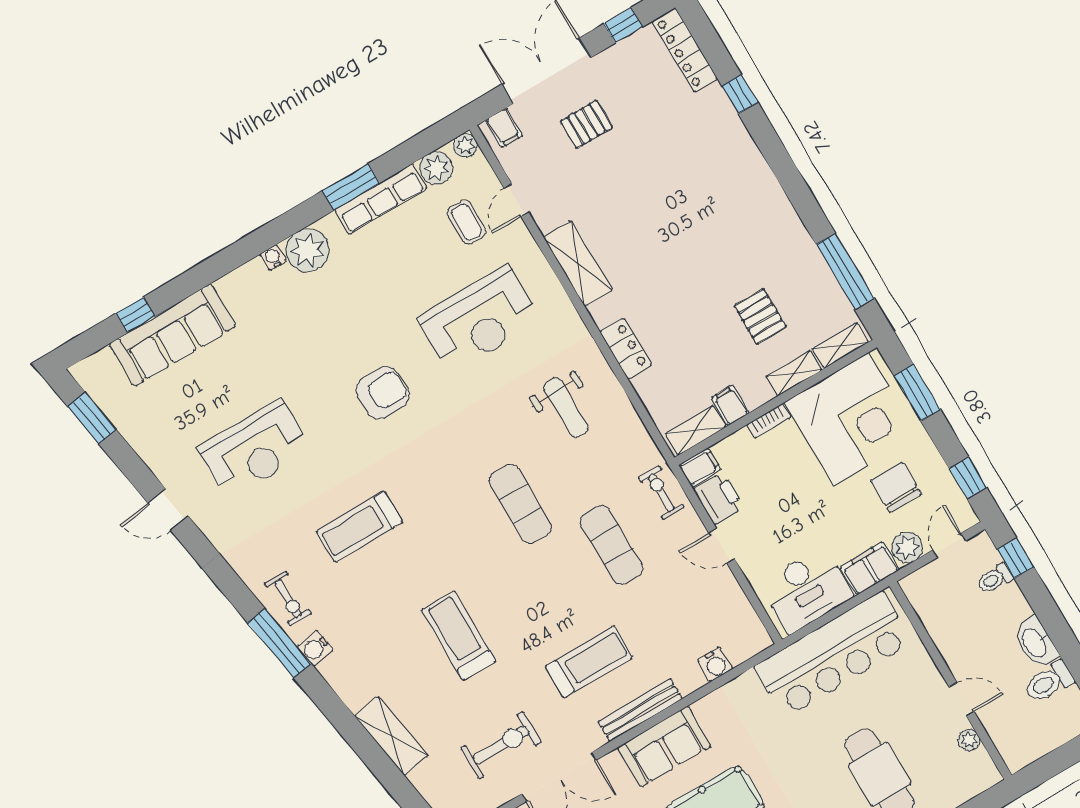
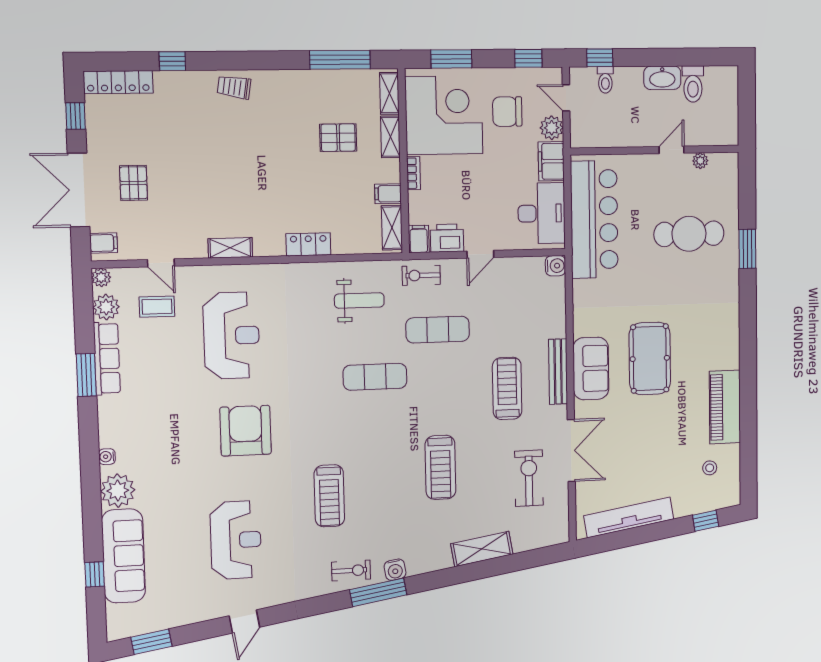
trolley: (750, 174) -> (234, 87), added
plant: (308, 250) -> (118, 491), moved
shelving: (578, 264) -> (230, 248), width x0.67, depth x0.75
armchair: (383, 393) -> (246, 431), width x1.36, depth x1.36
weight bench: (566, 408) -> (359, 300), moved
treadmill: (459, 635) -> (440, 467), turned -90
water cooler: (715, 664) -> (555, 266), moved

